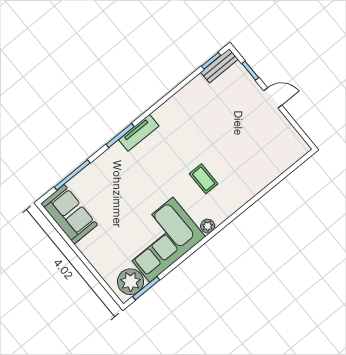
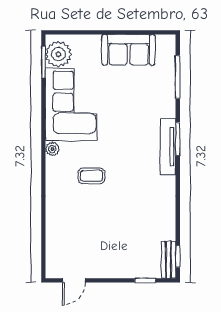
door: (273, 98) -> (74, 280), moved
tv unit: (139, 133) -> (168, 147), width x1.41
sofa: (69, 214) -> (128, 50), moved

